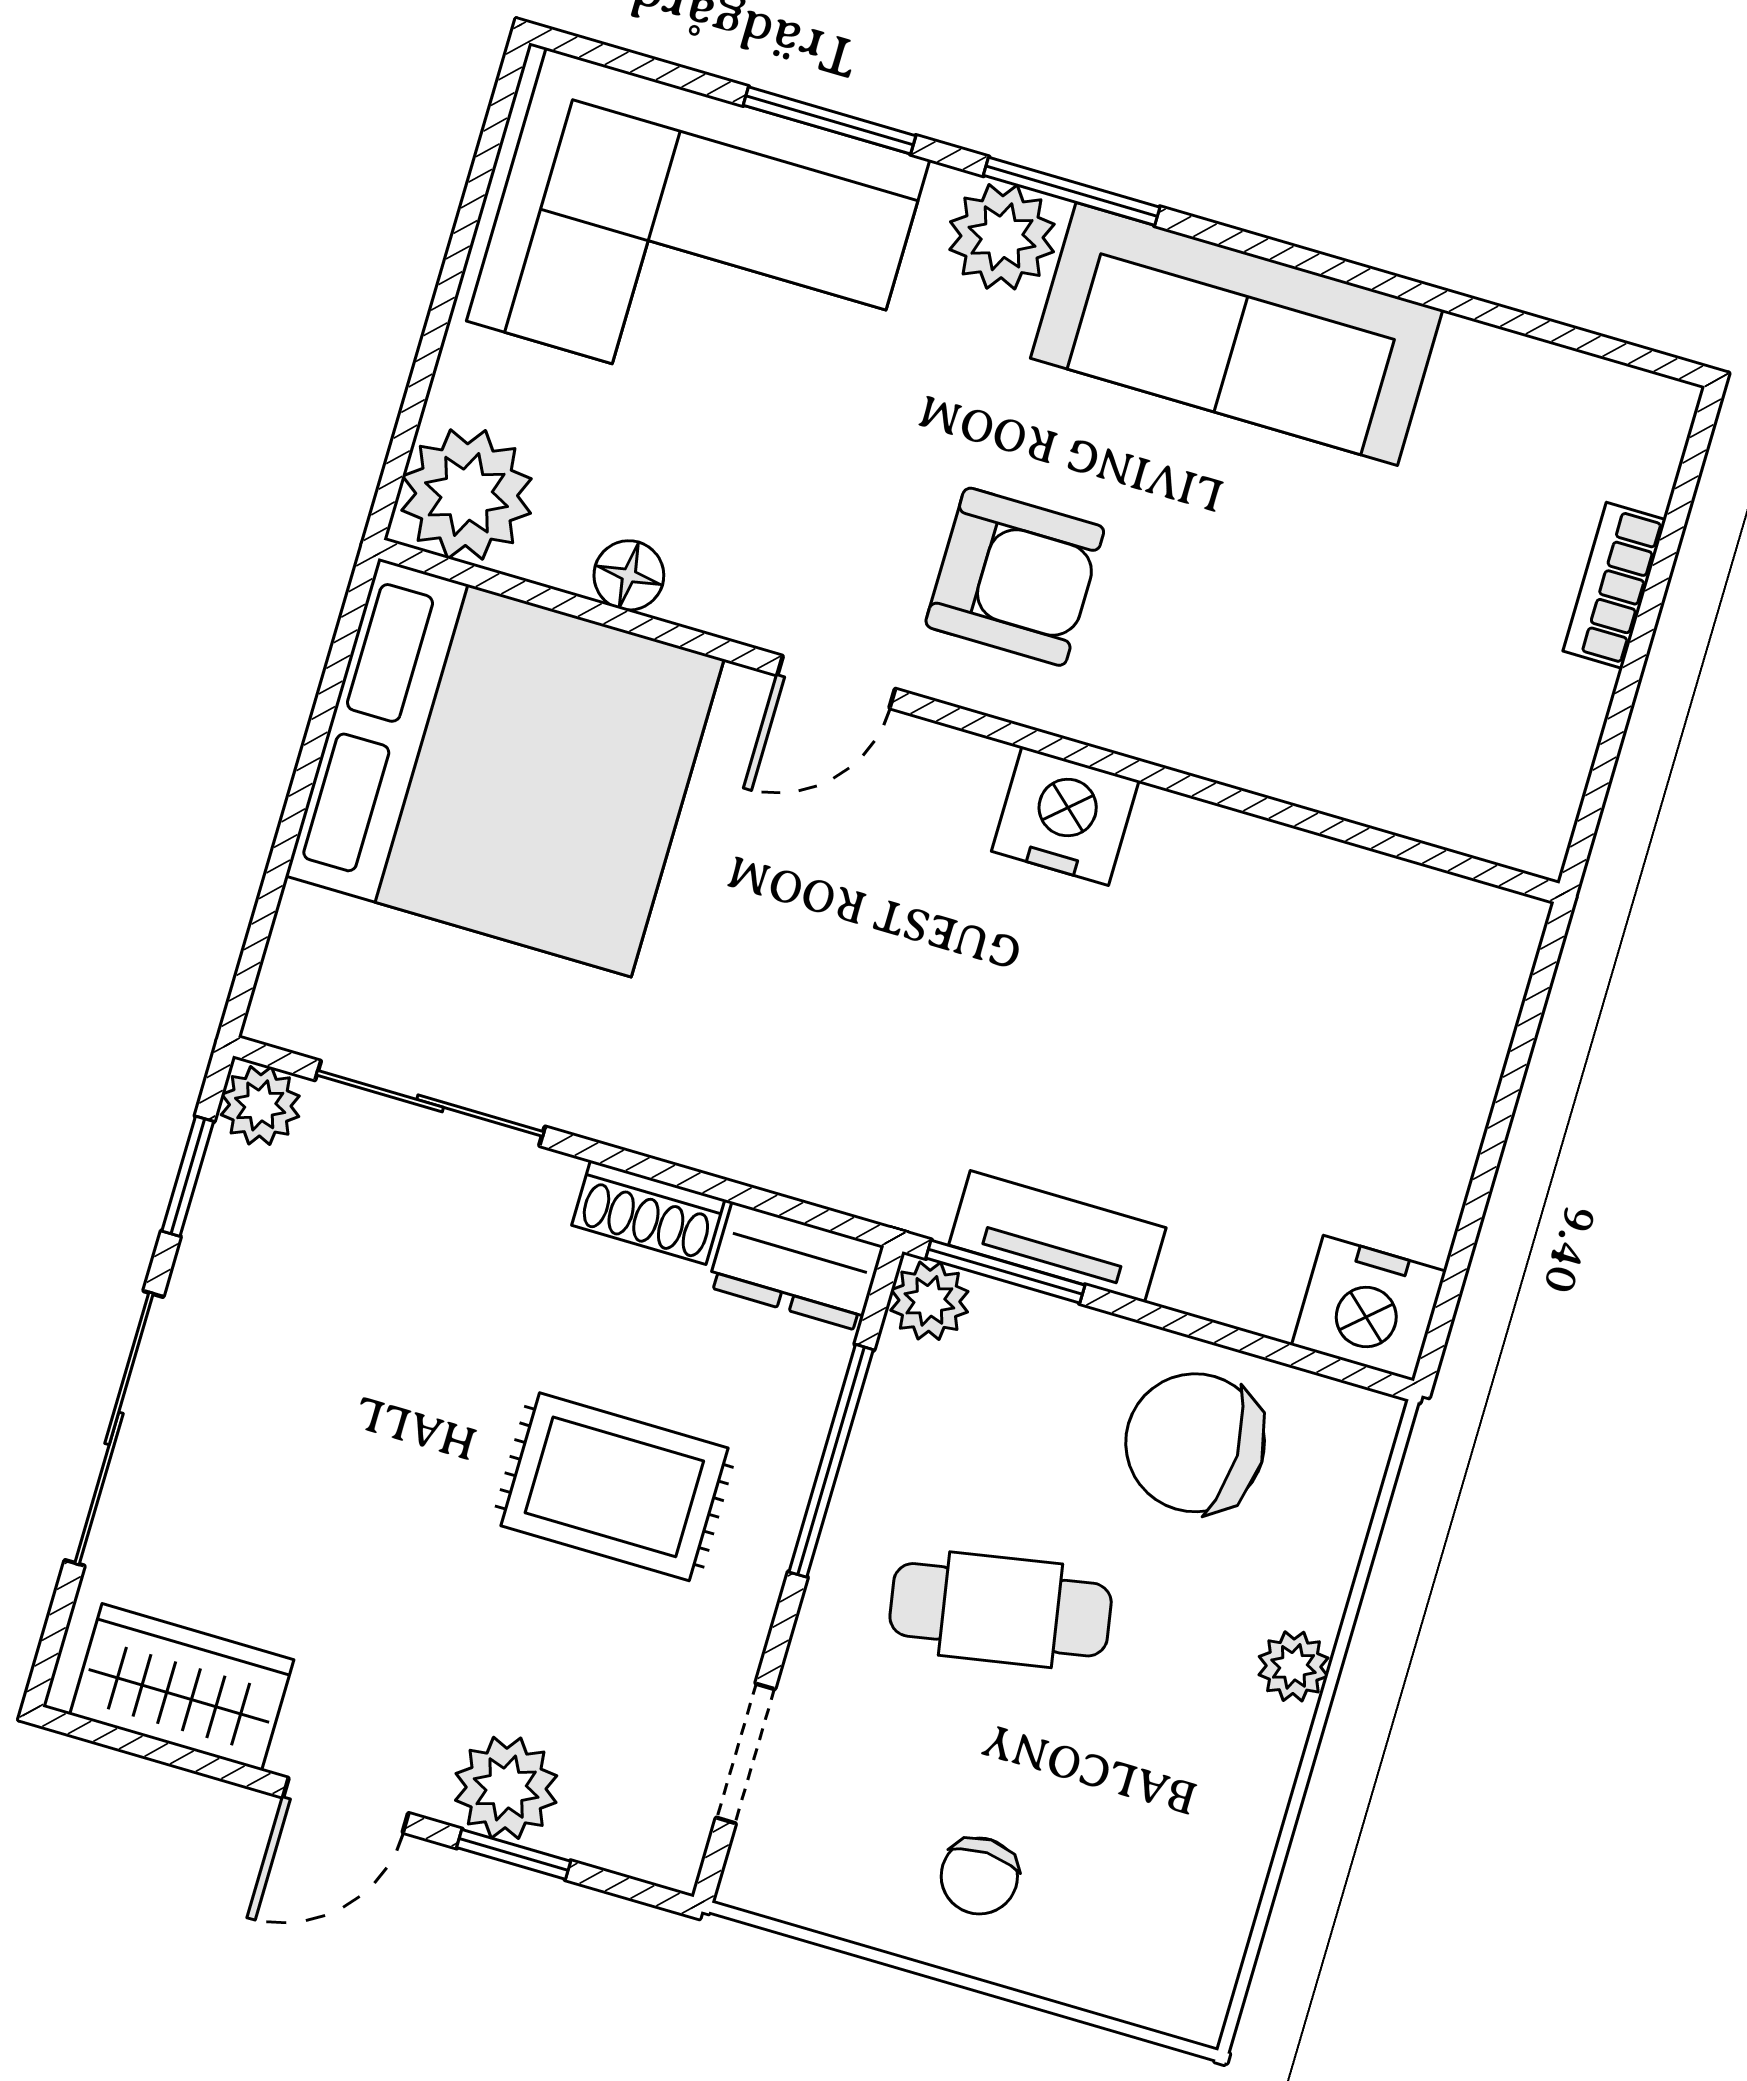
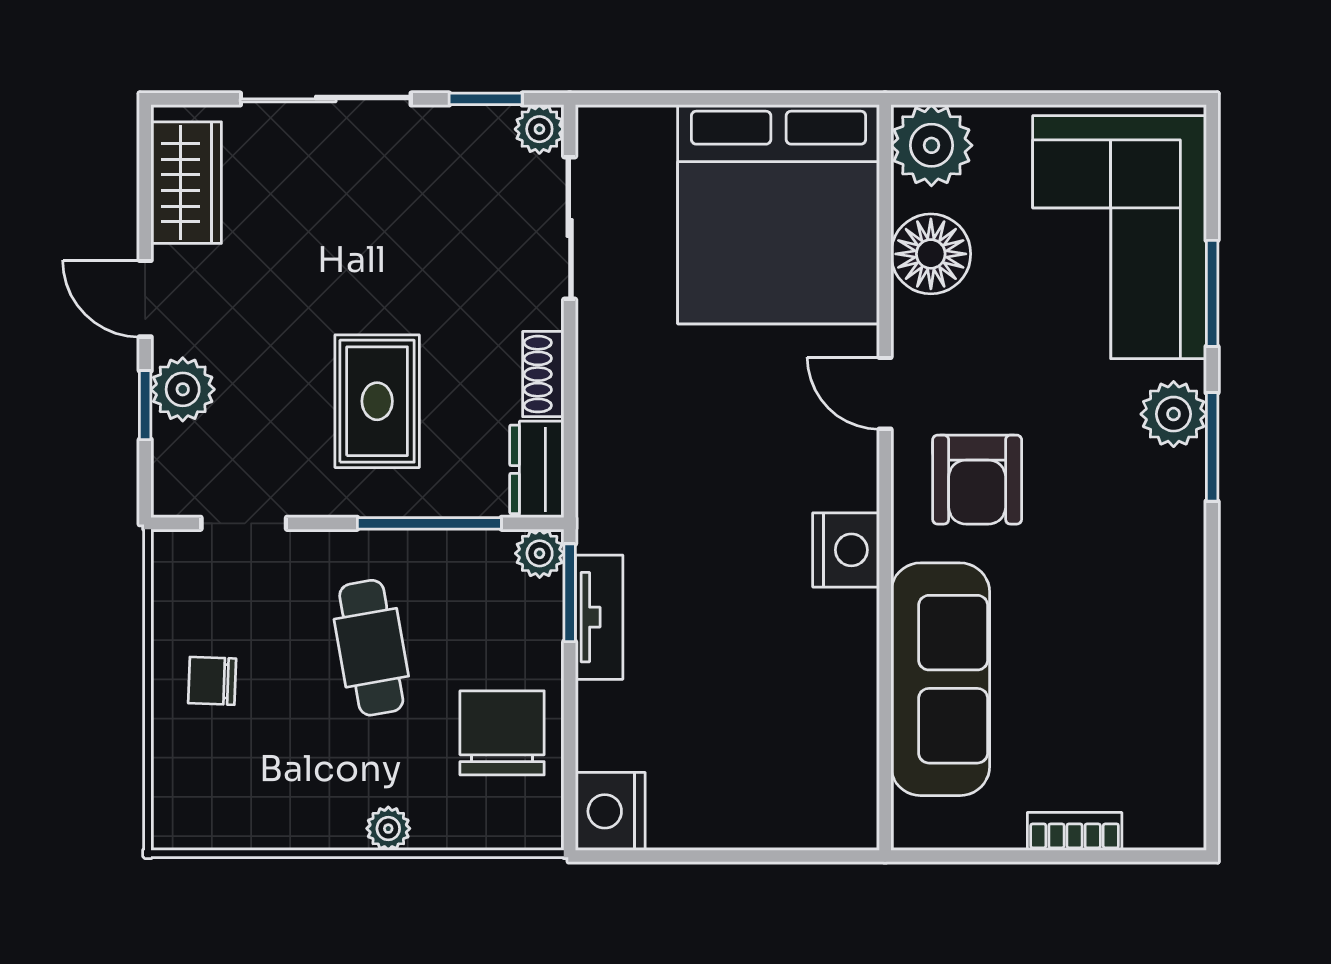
sofa: (1237, 334) -> (940, 679), moved, turned 180
floor lamp: (629, 575) -> (931, 254), width x1.89, depth x1.89

